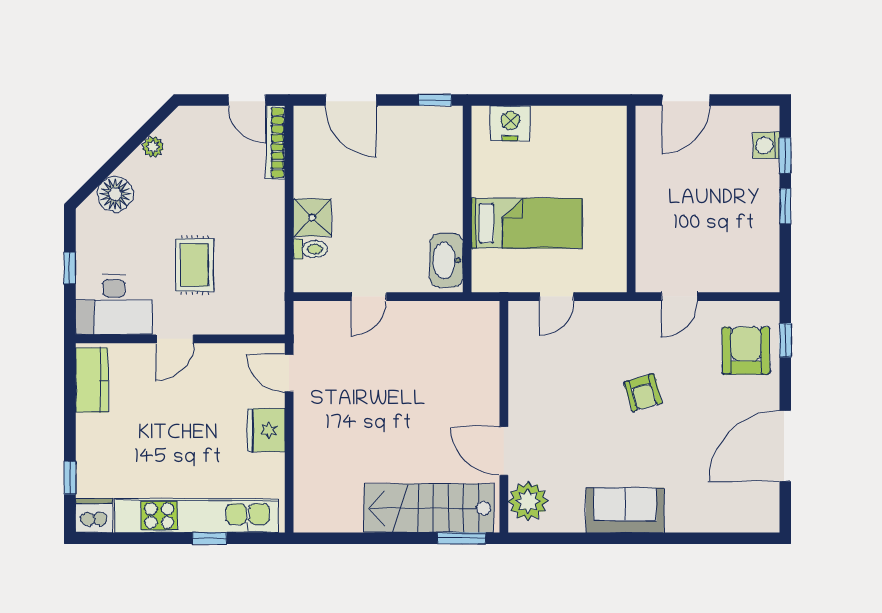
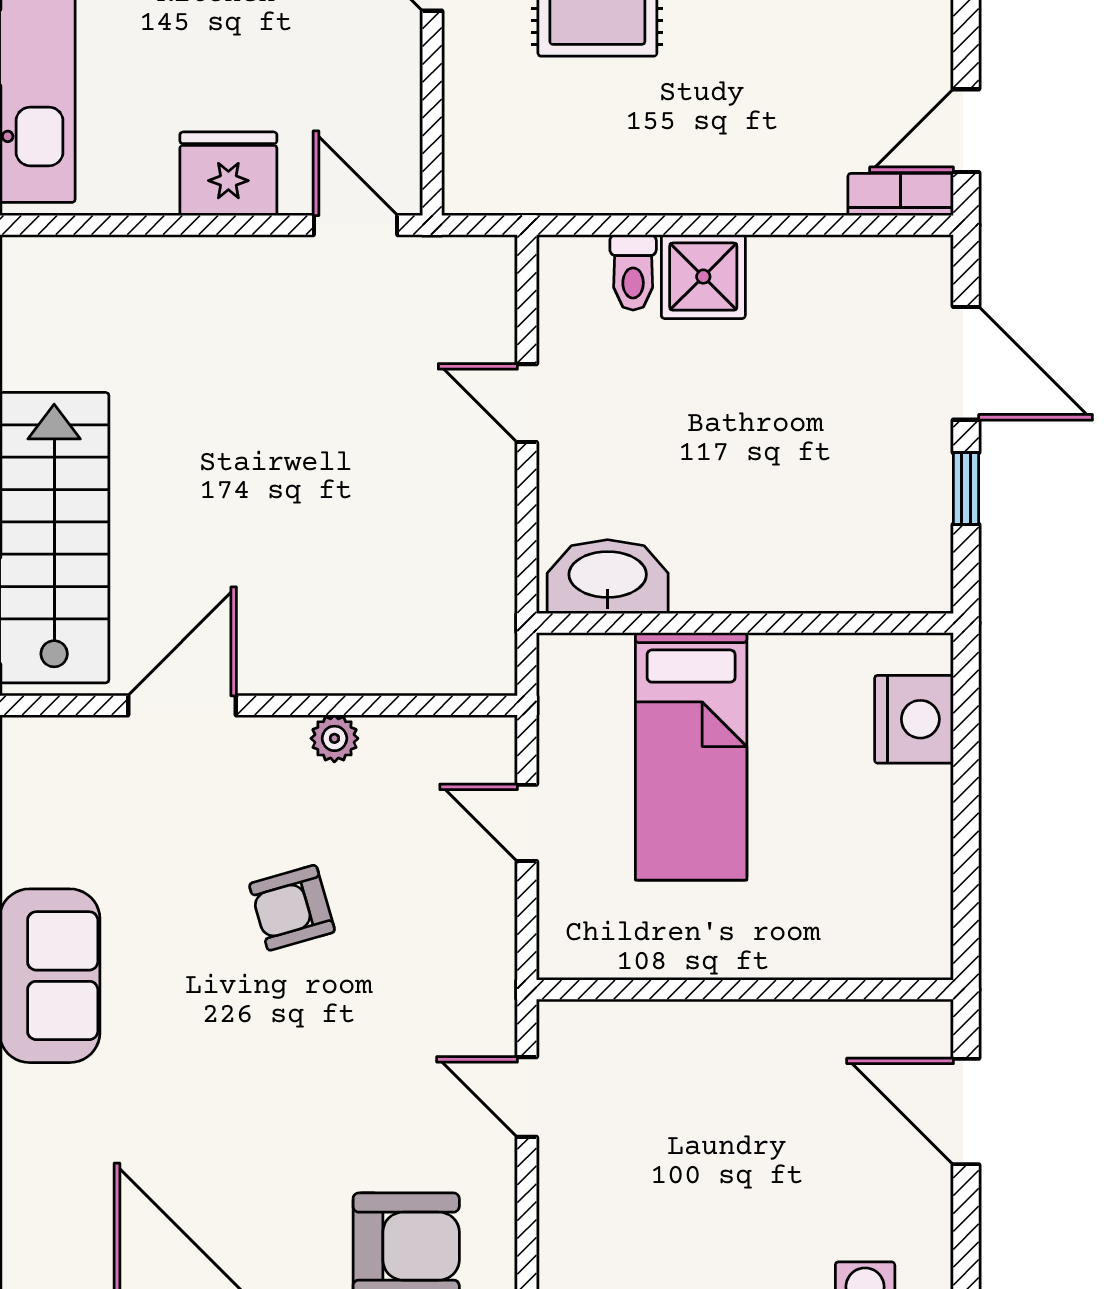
door: (351, 100) -> (966, 363), swing flipped
window: (435, 100) -> (966, 489), moved
bookcase: (275, 143) -> (901, 195), width x0.64
door: (289, 373) -> (356, 225), hinge flipped
armchair: (643, 393) -> (292, 908), moved
plant: (528, 501) -> (334, 738), moved, width x0.53, depth x0.53

